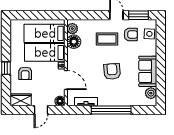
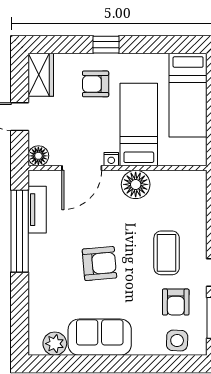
plant: (72, 29) -> (188, 181), removed
bed: (45, 33) -> (188, 95), moved, turned 180
floor lamp: (74, 42) -> (136, 184), moved
window: (111, 110) -> (20, 231), moved

